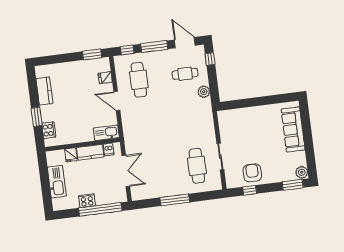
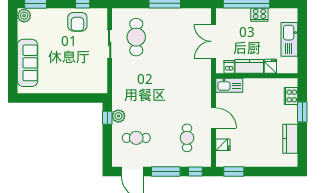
window: (210, 59) -> (107, 118), moved
cafe table: (139, 80) -> (187, 138), width x0.73, depth x0.74

